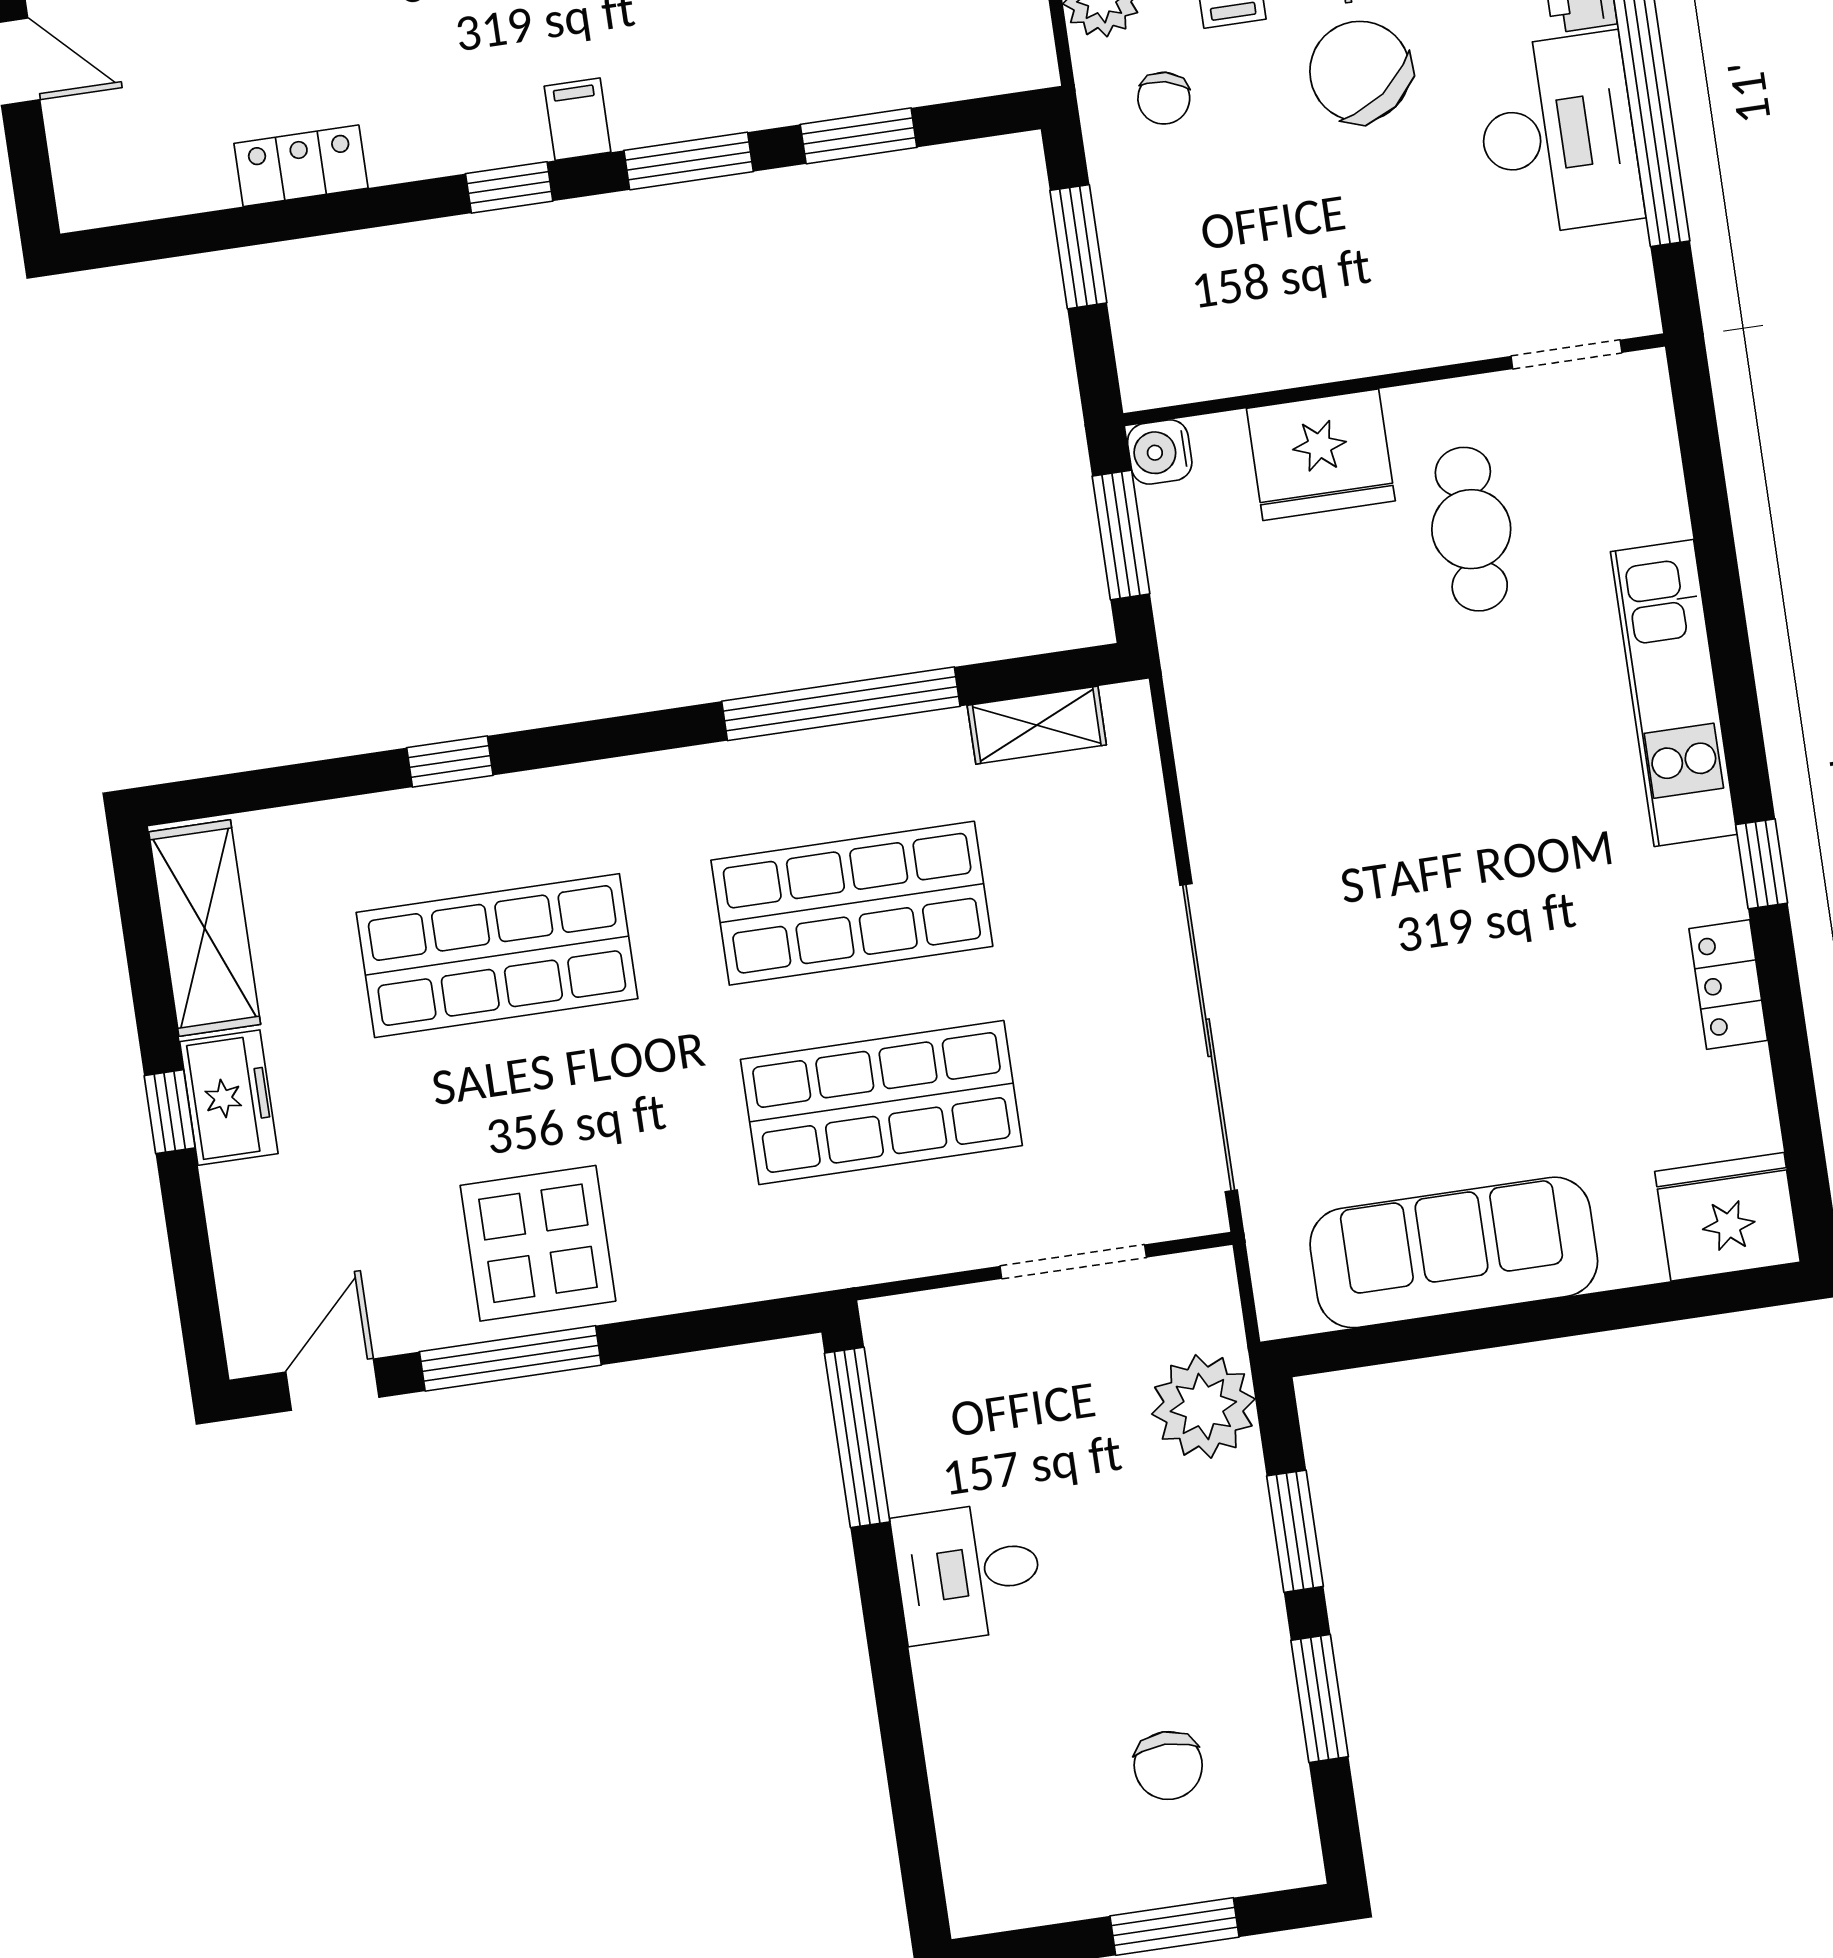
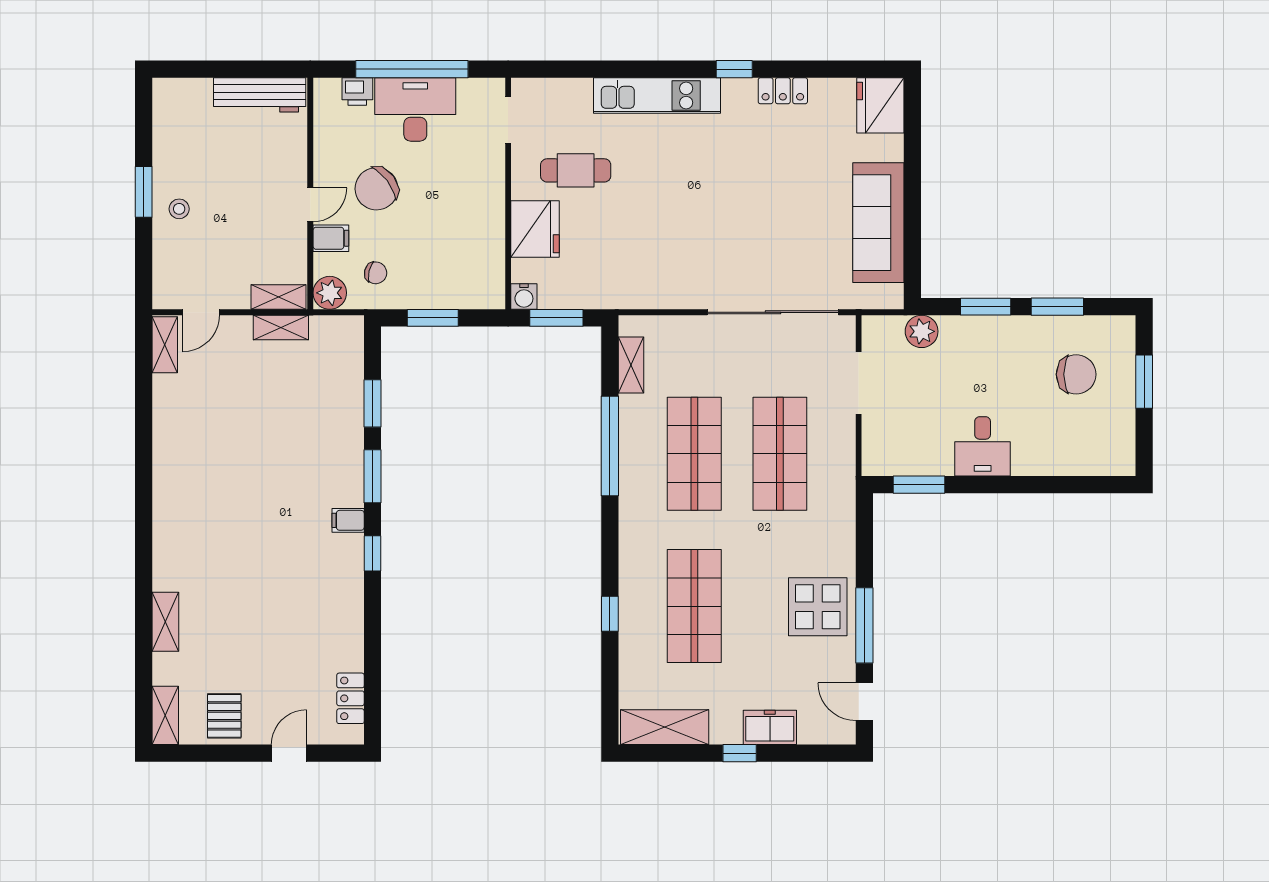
locker: (301, 166) -> (350, 698), moved
freezer: (229, 1098) -> (770, 727), moved
plant: (1203, 1406) -> (922, 331), width x0.73, depth x0.73
window: (857, 1437) -> (919, 485), width x0.69
chair: (1168, 1766) -> (1076, 374), width x1.37, depth x1.37

